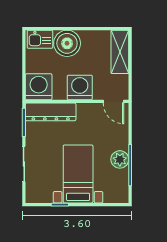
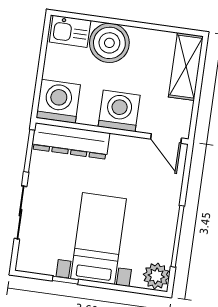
plant: (120, 159) -> (156, 276), moved

